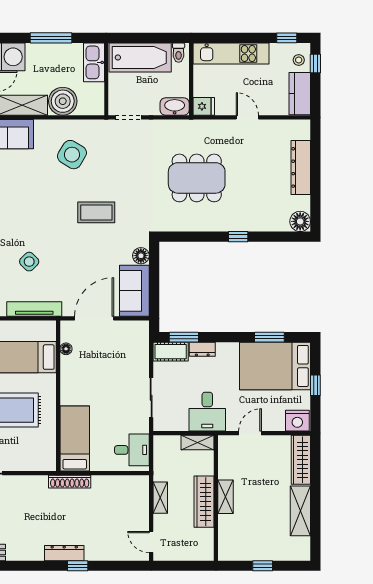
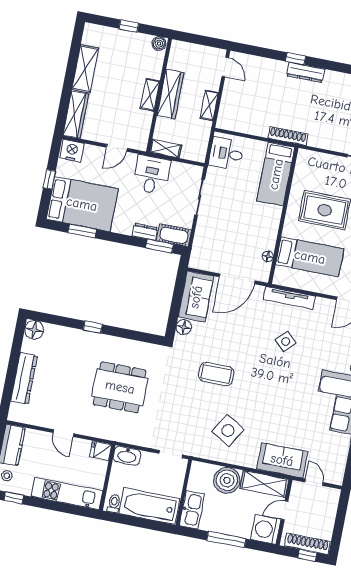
boiler: (227, 553) -> (159, 44), added

